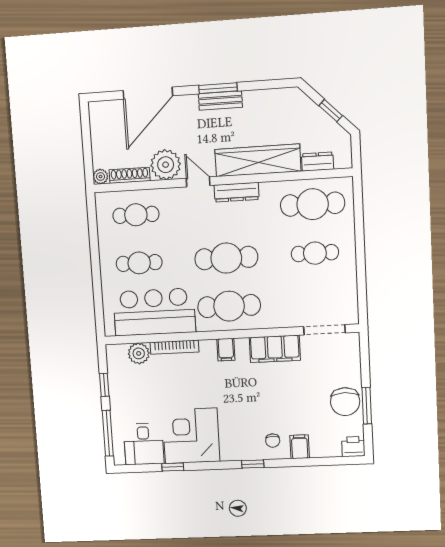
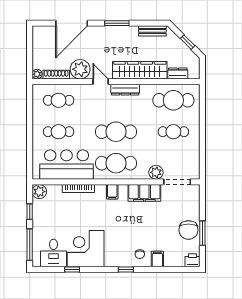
bench: (220, 100) -> (152, 31), moved
plant: (291, 317) -> (156, 172), added
plant: (139, 353) -> (39, 192), moved

